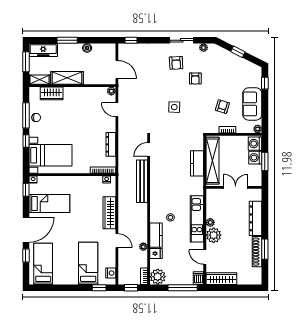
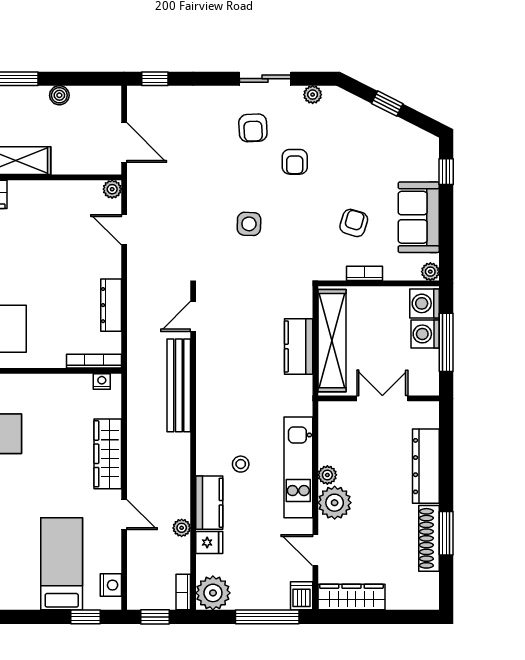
window: (265, 161) -> (446, 342), width x1.44

